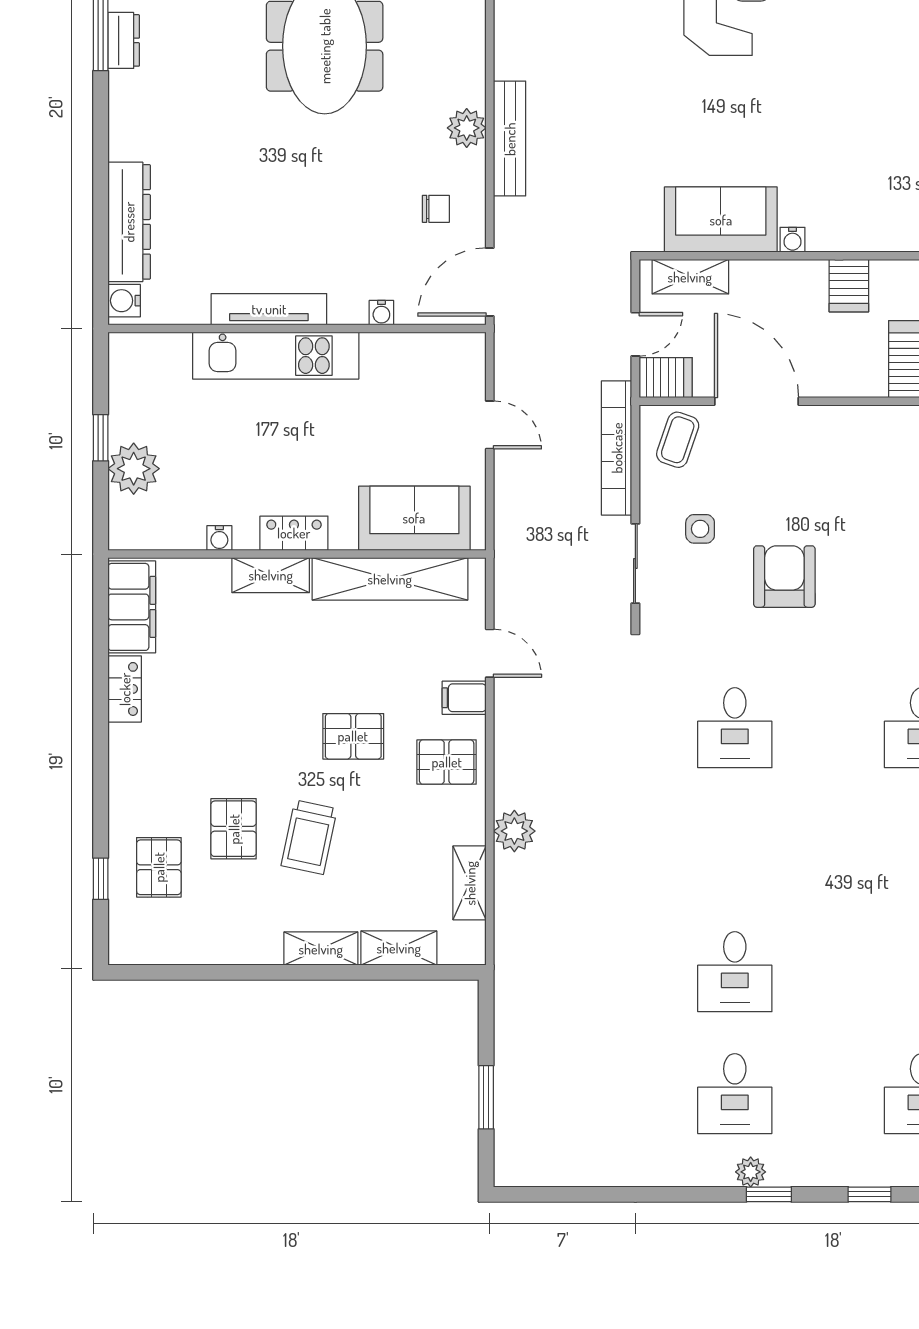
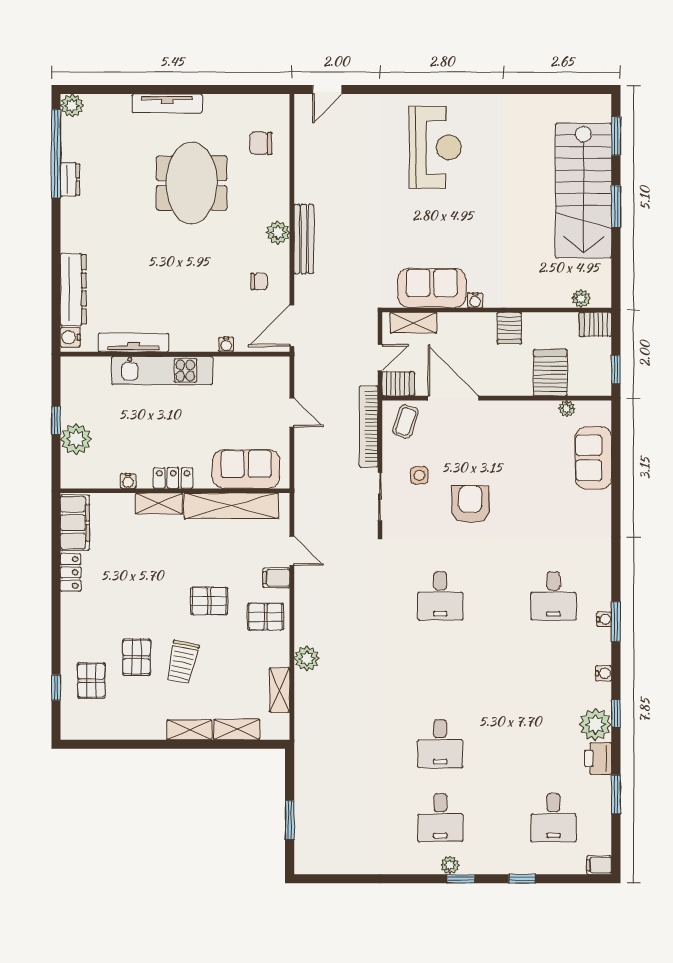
tv unit: (269, 309) -> (133, 342), moved

